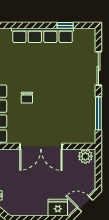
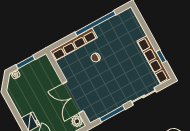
row of seats: (43, 35) -> (154, 60), moved
double door: (41, 146) -> (73, 97), moved

